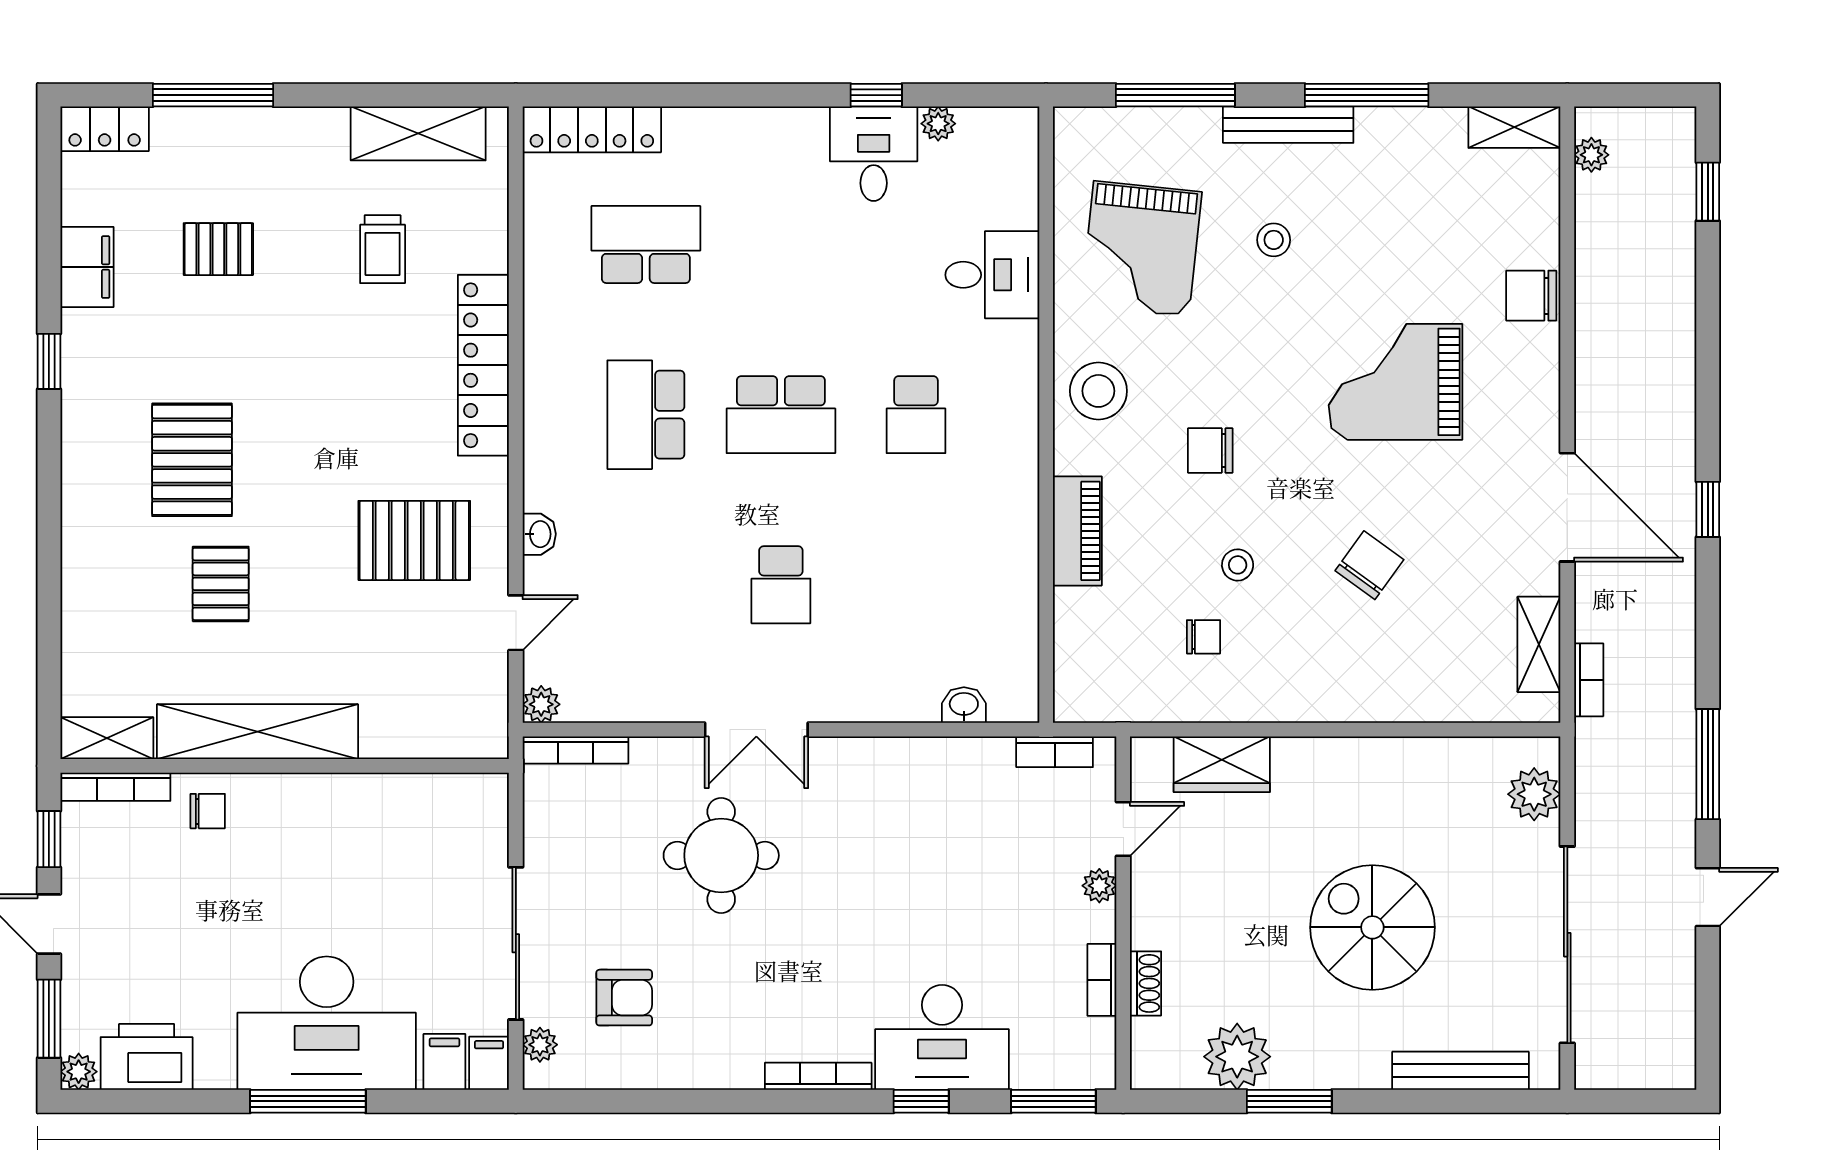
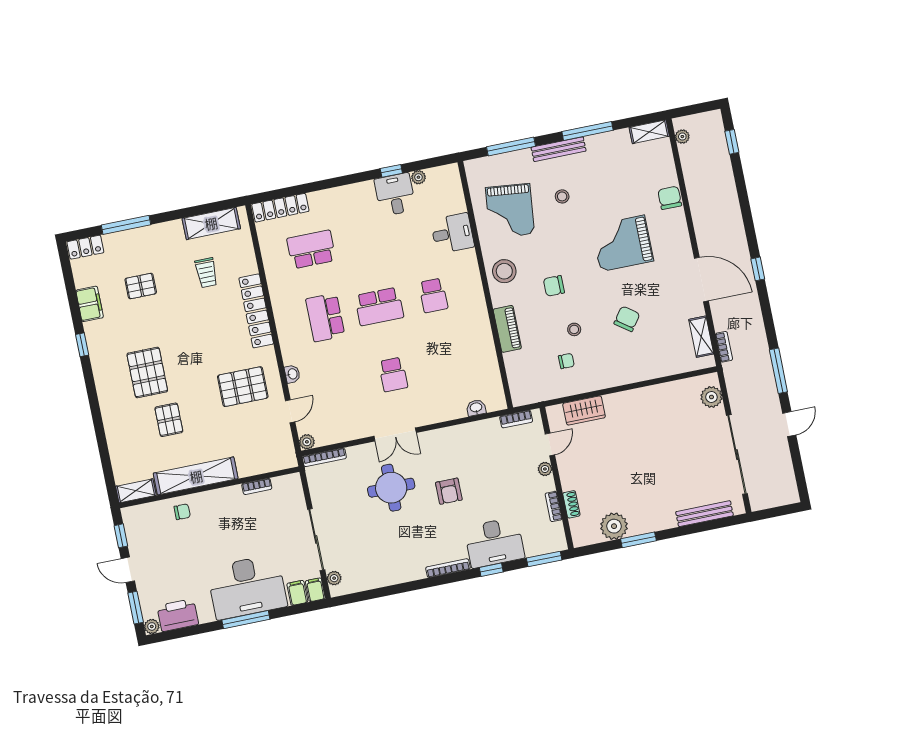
chair: (1531, 296) -> (670, 198), turned 90
bookcase: (115, 787) -> (257, 486), moved, width x0.64
spiral stairs: (1372, 927) -> (658, 463), removed
armchair: (624, 998) -> (449, 491), moved, turned 90

